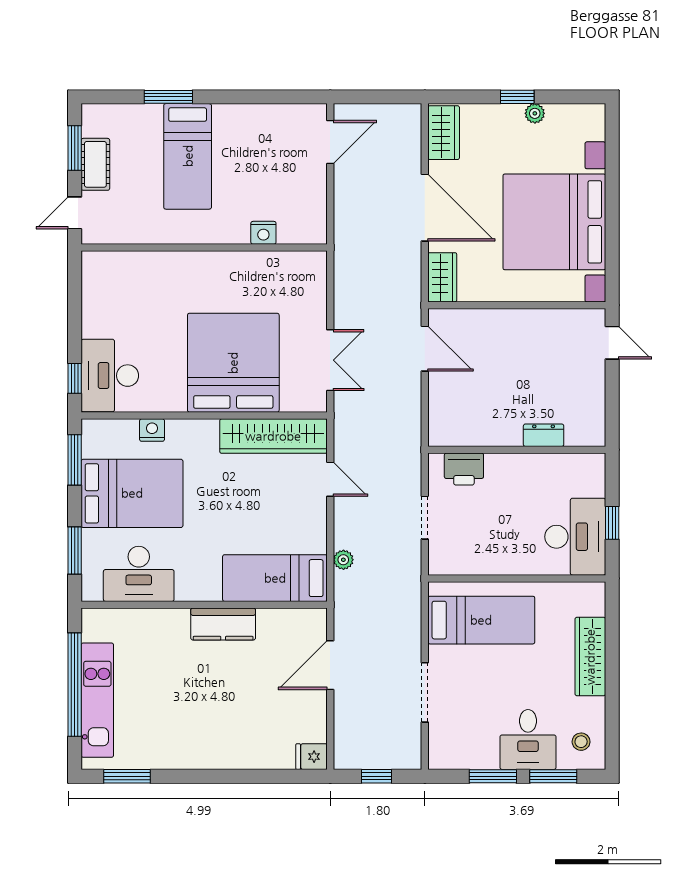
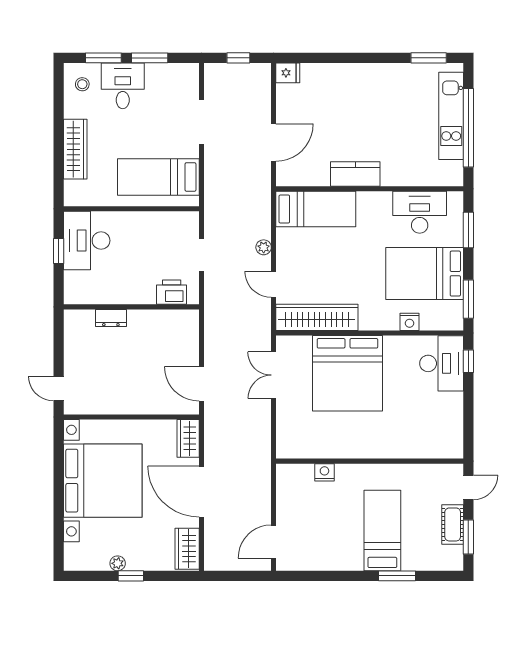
plant: (343, 560) -> (264, 247), moved

